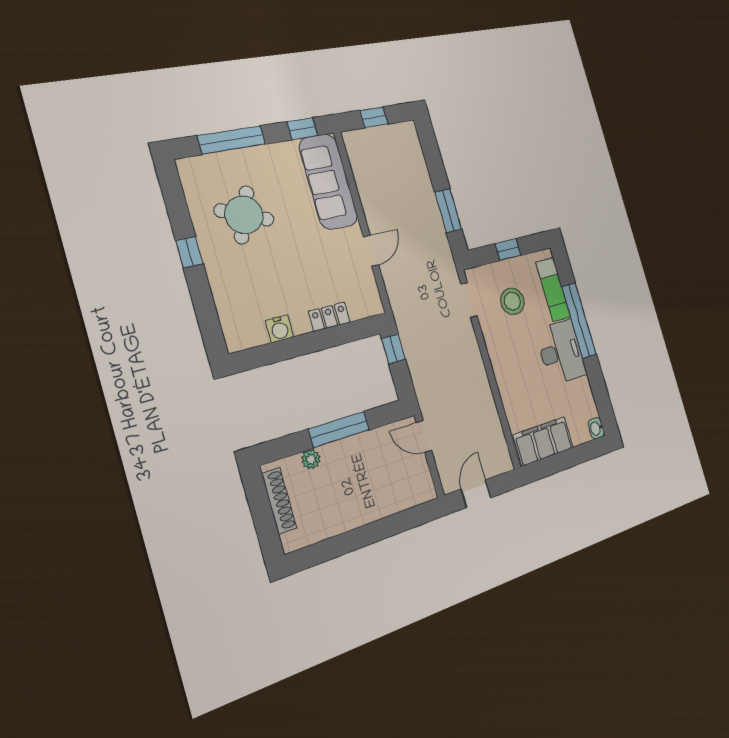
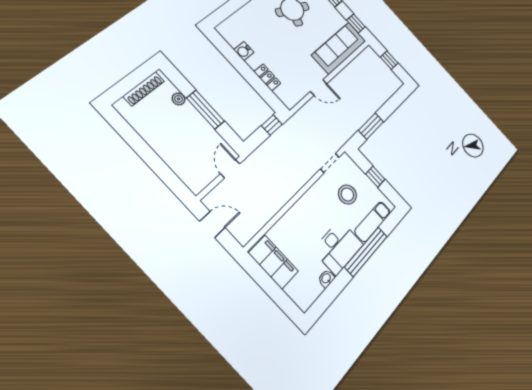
washbasin: (596, 428) -> (326, 279), moved

